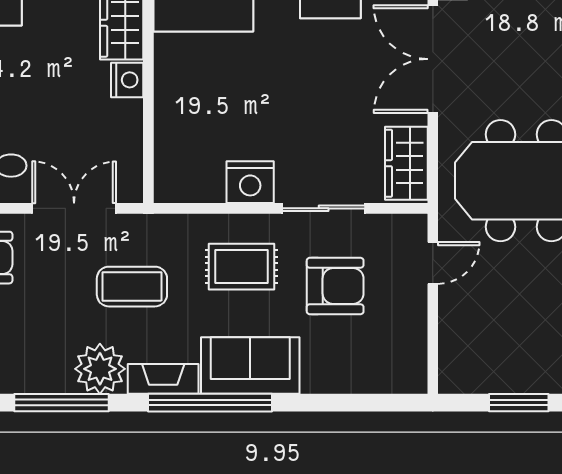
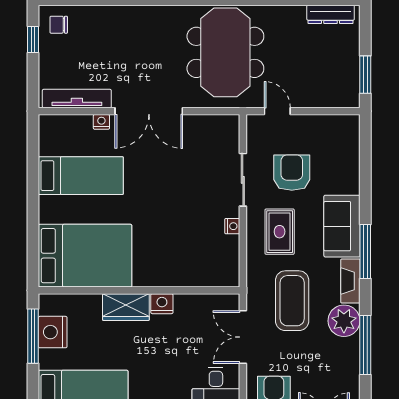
wardrobe: (406, 163) -> (214, 128), removed
nightstand: (250, 182) -> (232, 226), width x0.53, depth x0.56
coffee table: (132, 287) -> (292, 301), width x1.36, depth x1.32
window: (210, 403) -> (365, 252), width x0.68
window: (519, 403) -> (365, 75), moved

